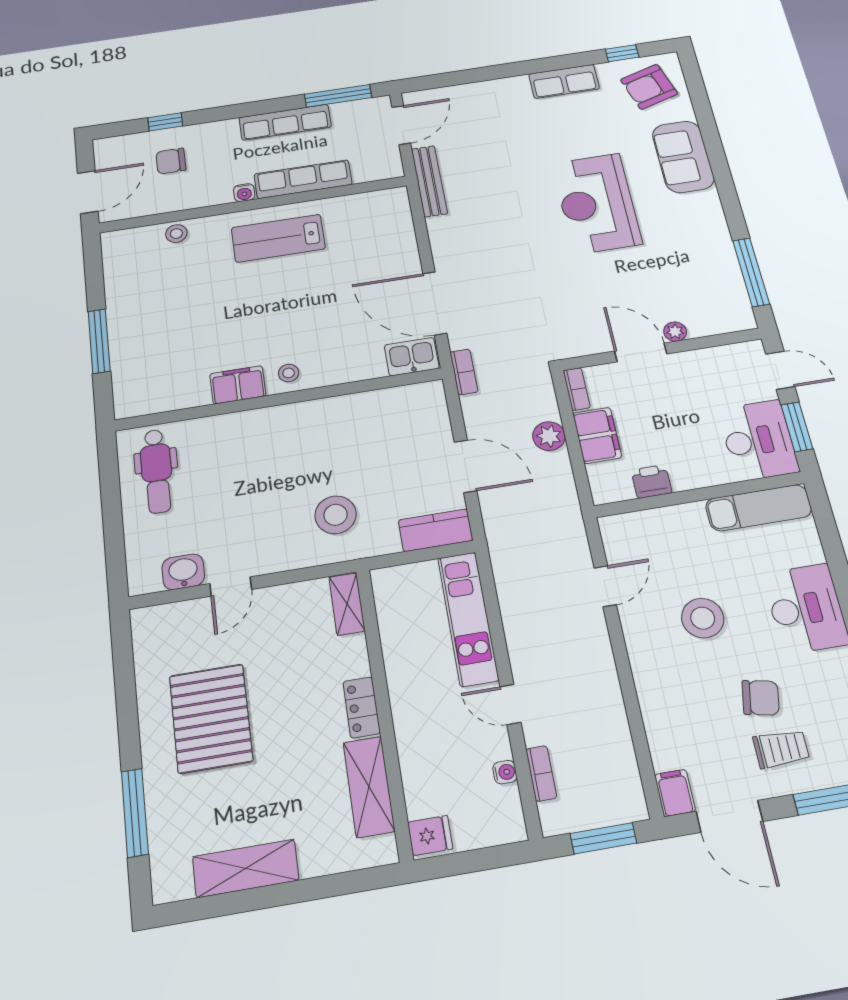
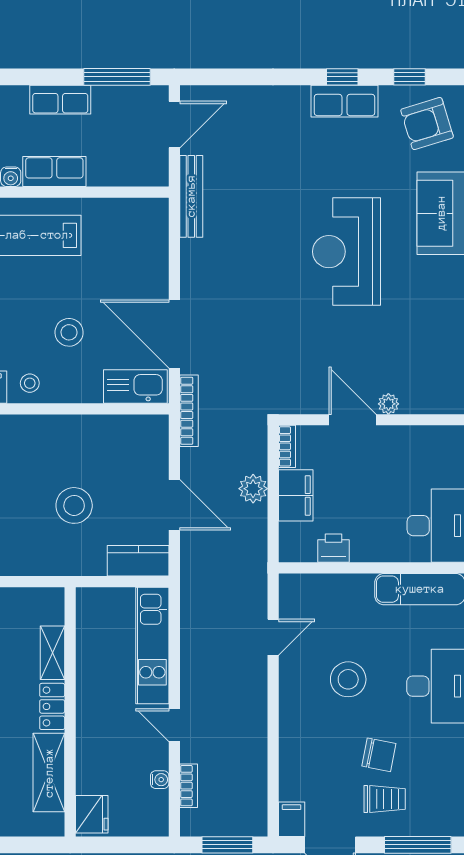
window: (557, 63) -> (342, 77), added
row of seats: (285, 122) -> (60, 100), width x0.68
row of seats: (303, 179) -> (54, 172), width x0.68
stool: (324, 319) -> (69, 332), added
kitchen sink: (412, 357) -> (135, 387), width x1.38
bookcase: (464, 372) -> (189, 411), width x1.56
stool: (336, 515) -> (74, 505), moved
shelving: (347, 604) -> (52, 653), moved
fridge: (430, 835) -> (92, 814), width x1.38

